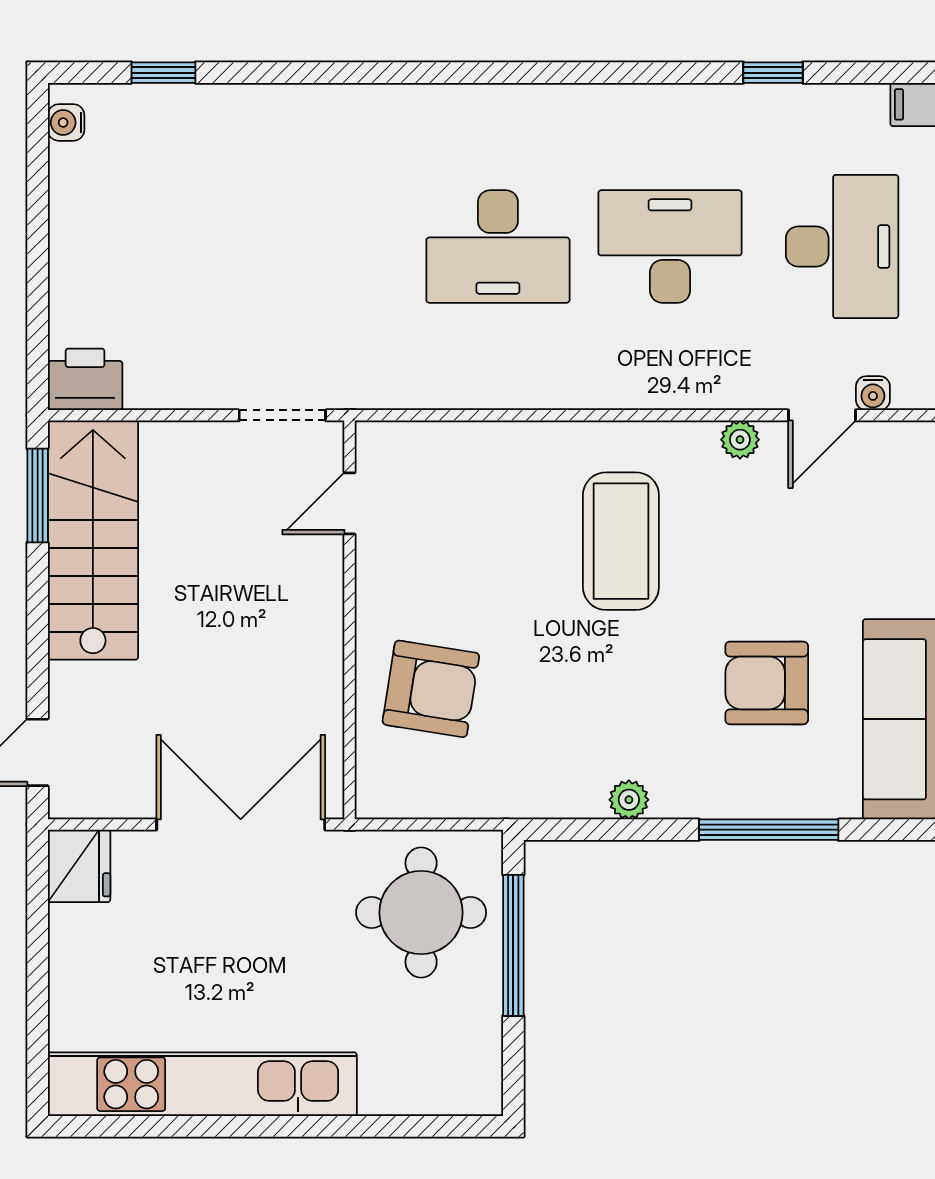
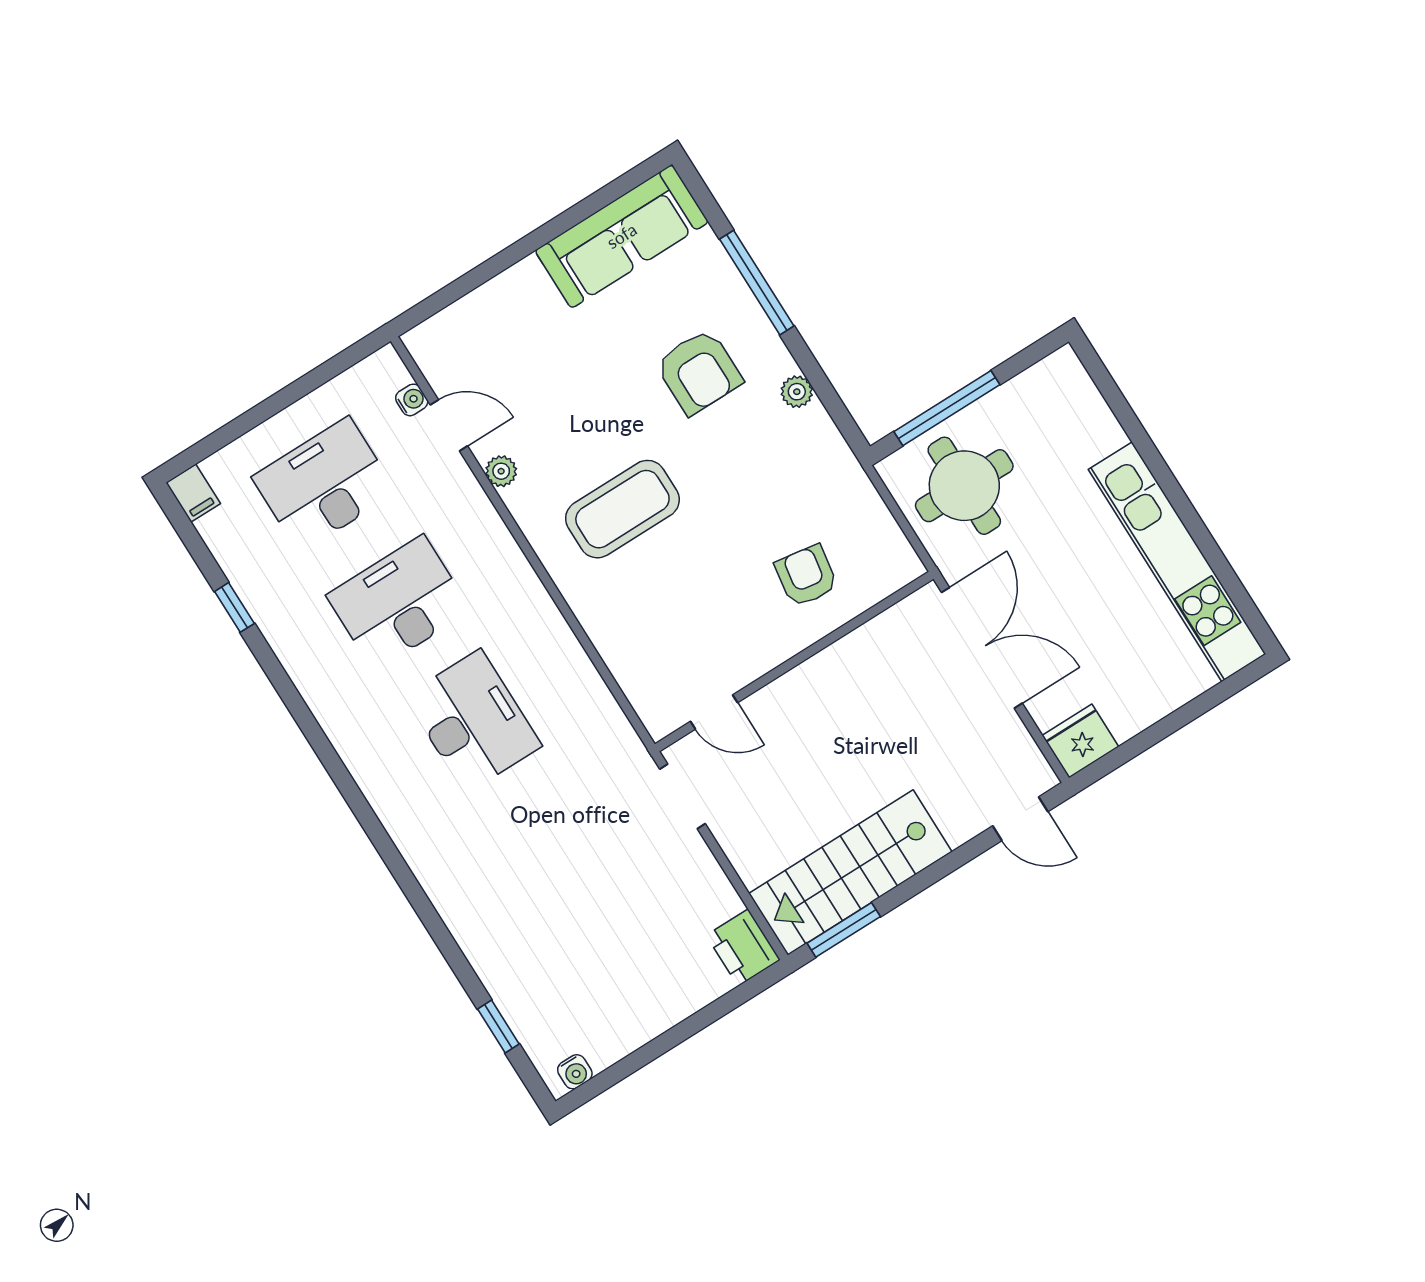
desk: (670, 246) -> (399, 603), turned 90
armchair: (767, 683) -> (699, 372), moved
armchair: (431, 689) -> (806, 576), width x0.72, depth x0.72
double door: (241, 825) -> (982, 648), swing flipped

